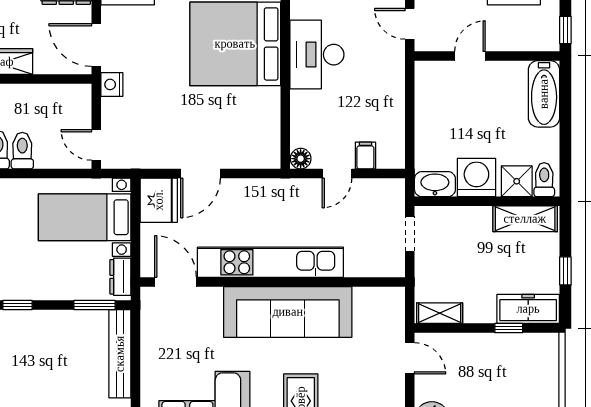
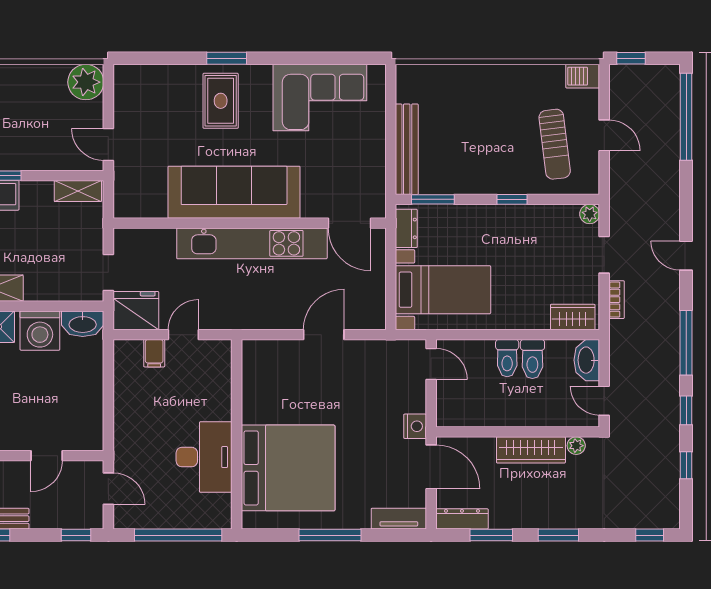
floor lamp: (301, 159) -> (221, 350), removed
fridge: (159, 200) -> (136, 311), moved, turned 90

